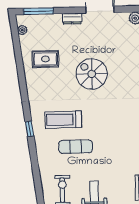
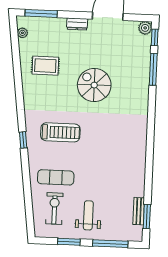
treadmill: (63, 120) -> (60, 132), turned 180
exercise mat: (76, 147) -> (56, 177), moved

